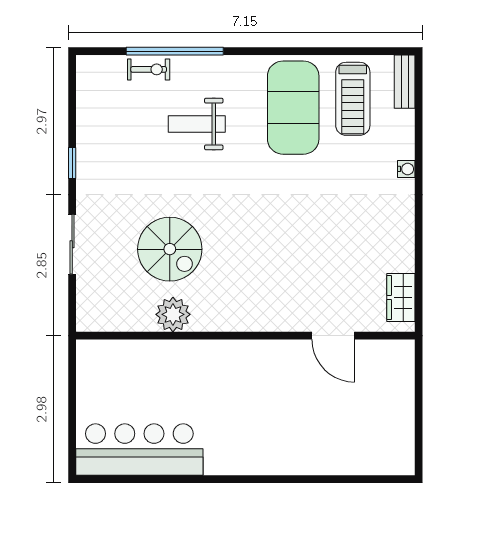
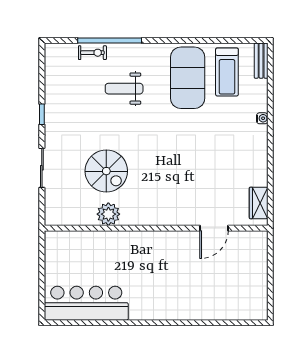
door: (333, 336) -> (214, 228), hinge flipped

